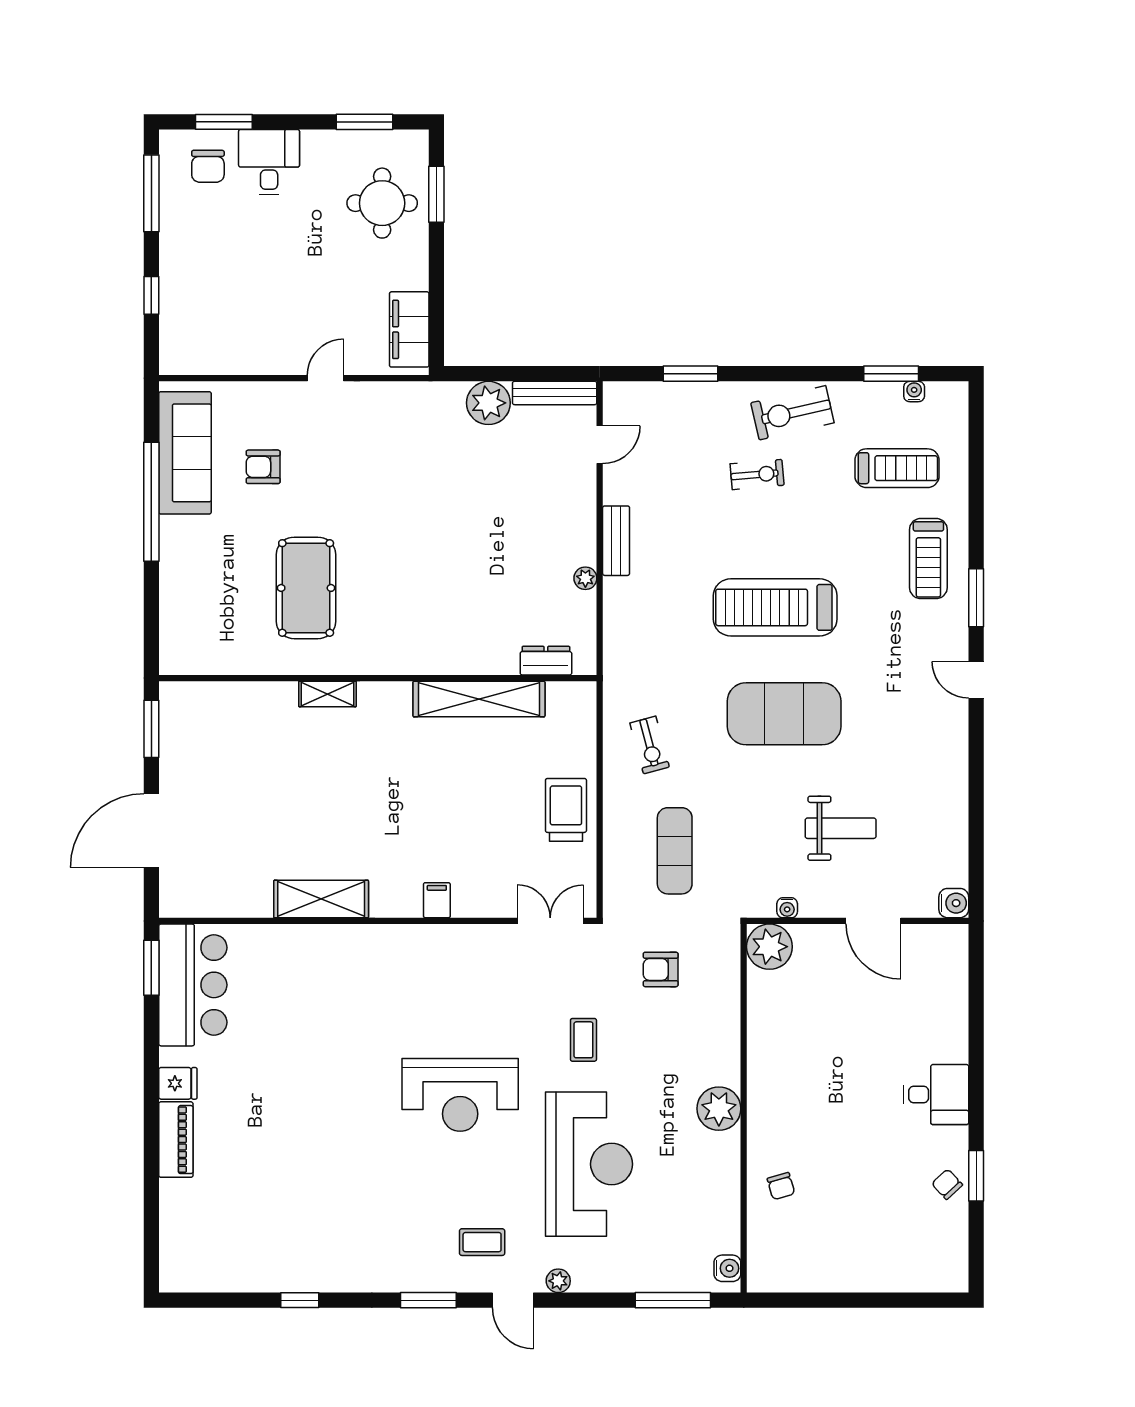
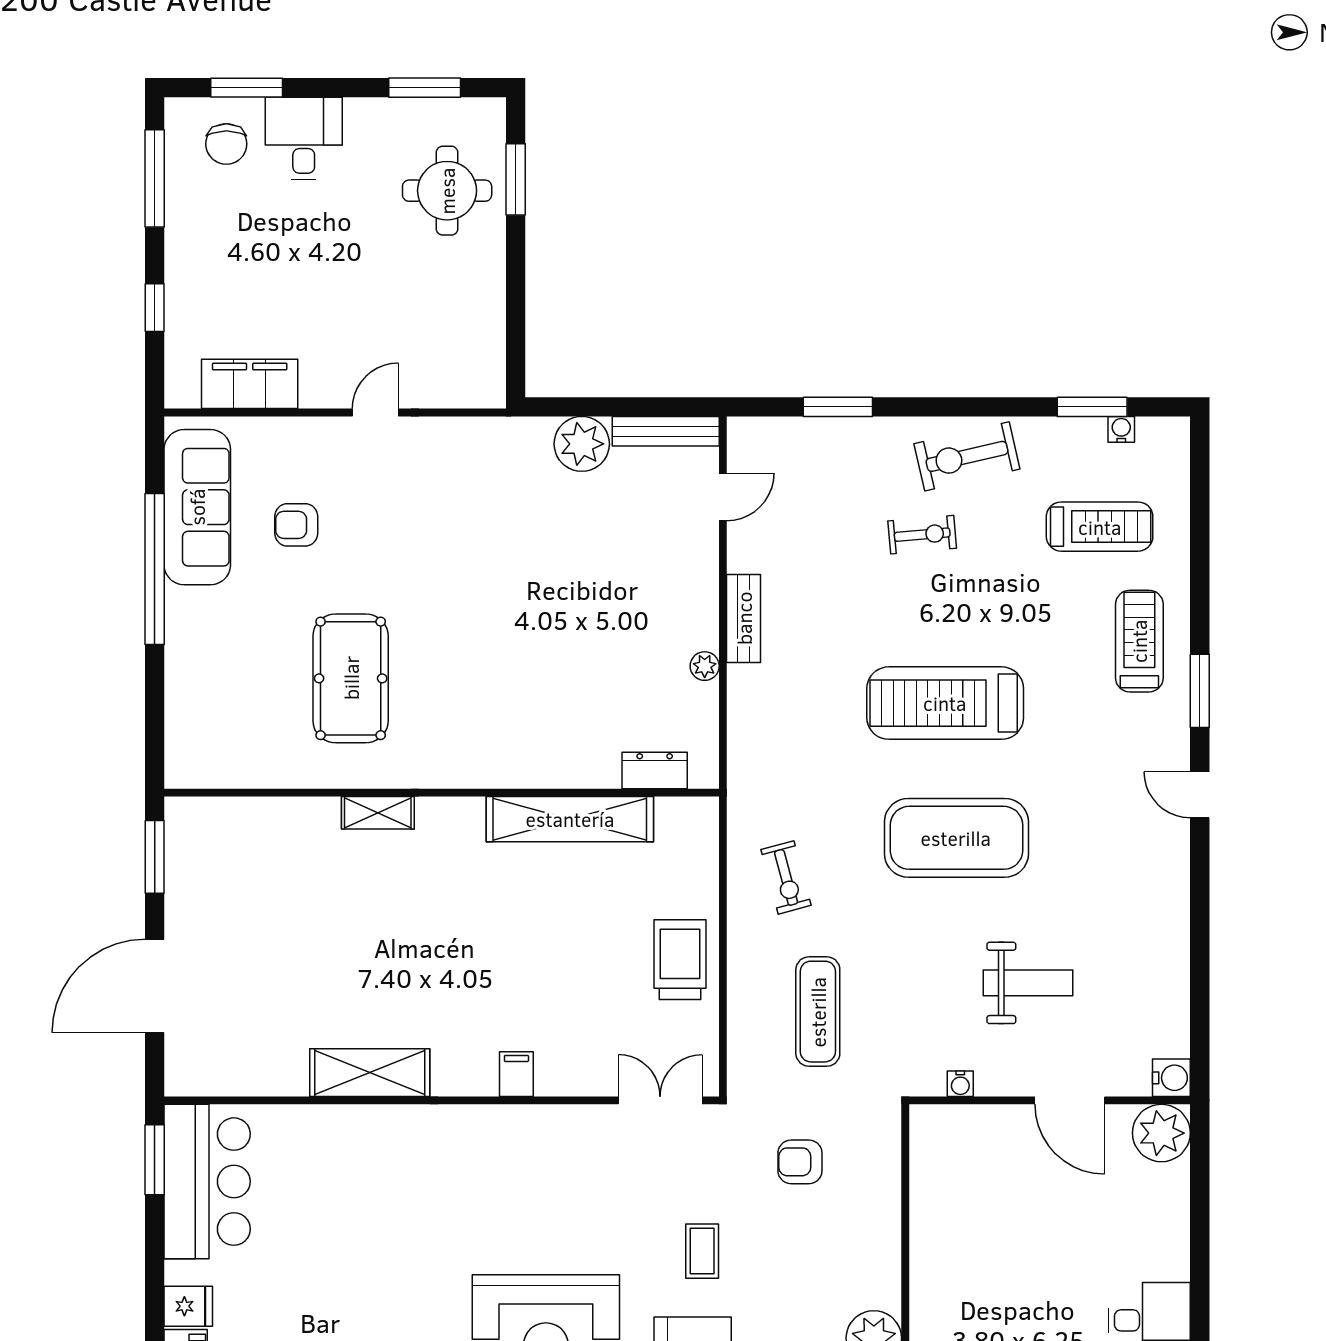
filing cabinet: (409, 329) -> (250, 384), moved, turned 90
treadmill: (928, 559) -> (1139, 641), turned 180
plant: (769, 947) -> (1161, 1133), moved

